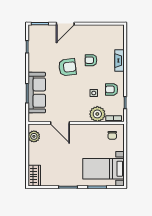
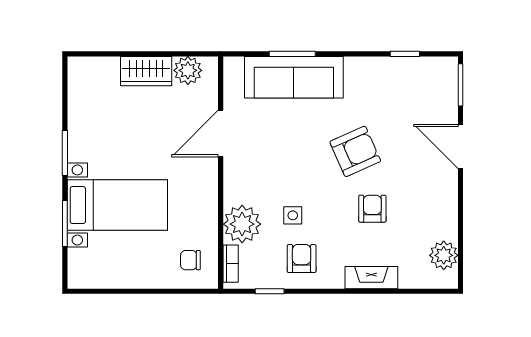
plant: (110, 31) -> (444, 255), added
armchair: (67, 67) -> (355, 151), turned -107
bed with nightstands: (103, 169) -> (117, 205), moved, turned 90
wardrobe: (34, 176) -> (146, 71), moved

